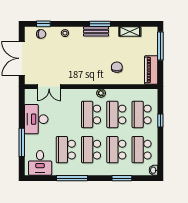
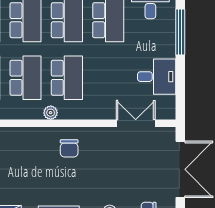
chair: (117, 67) -> (69, 148), moved
desk: (36, 119) -> (157, 77), width x0.73

